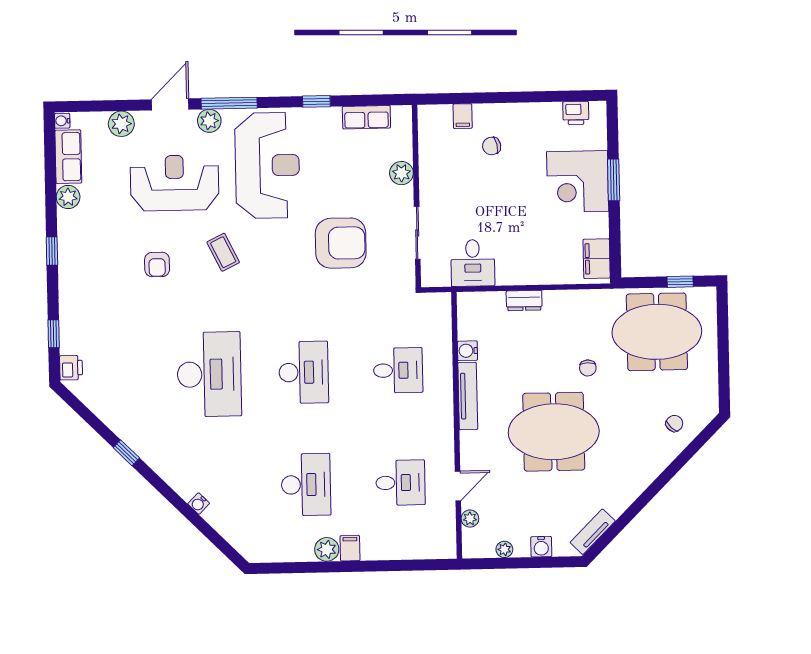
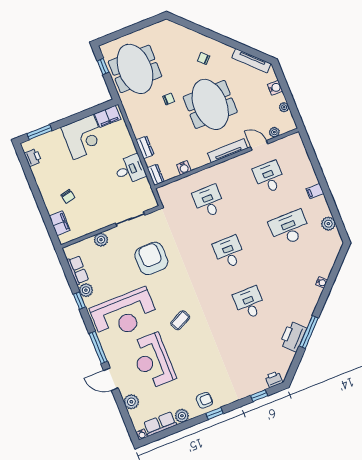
filing cabinet: (463, 116) -> (60, 223), width x2.00
plant: (209, 121) -> (86, 290), moved
reception desk: (267, 165) -> (124, 314), turned 180
window: (614, 180) -> (39, 132), moved
corner desk: (578, 182) -> (83, 137), moved
desk: (473, 263) -> (130, 169), moved
armchair: (157, 264) -> (204, 400), moved
dresser: (473, 301) -> (156, 175), added
desk: (304, 372) -> (229, 252), width x0.73
desk: (209, 374) -> (249, 303), width x0.53, depth x0.77
tv unit: (468, 396) -> (228, 151), moved
chair: (674, 423) -> (204, 59), moved
printer: (129, 425) -> (293, 336), added
window: (126, 453) -> (309, 332), width x2.17
tv unit: (593, 532) -> (251, 61), width x1.41
plant: (327, 549) -> (328, 224), moved

